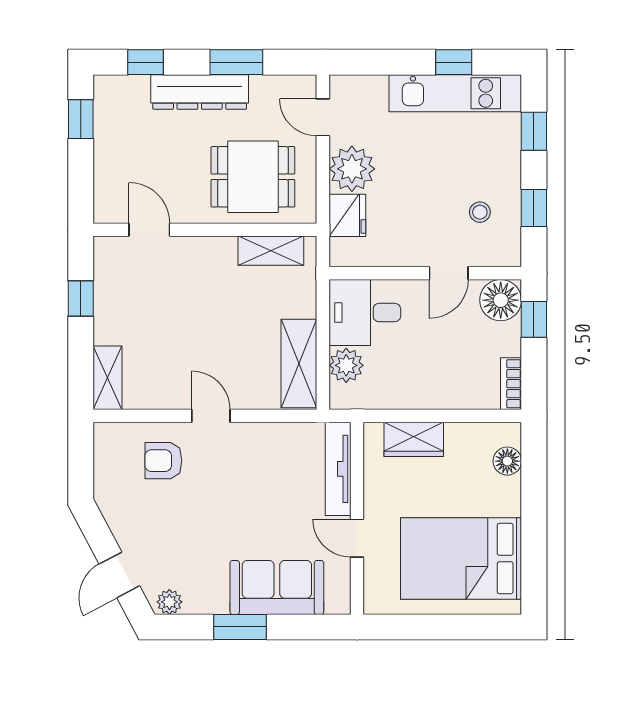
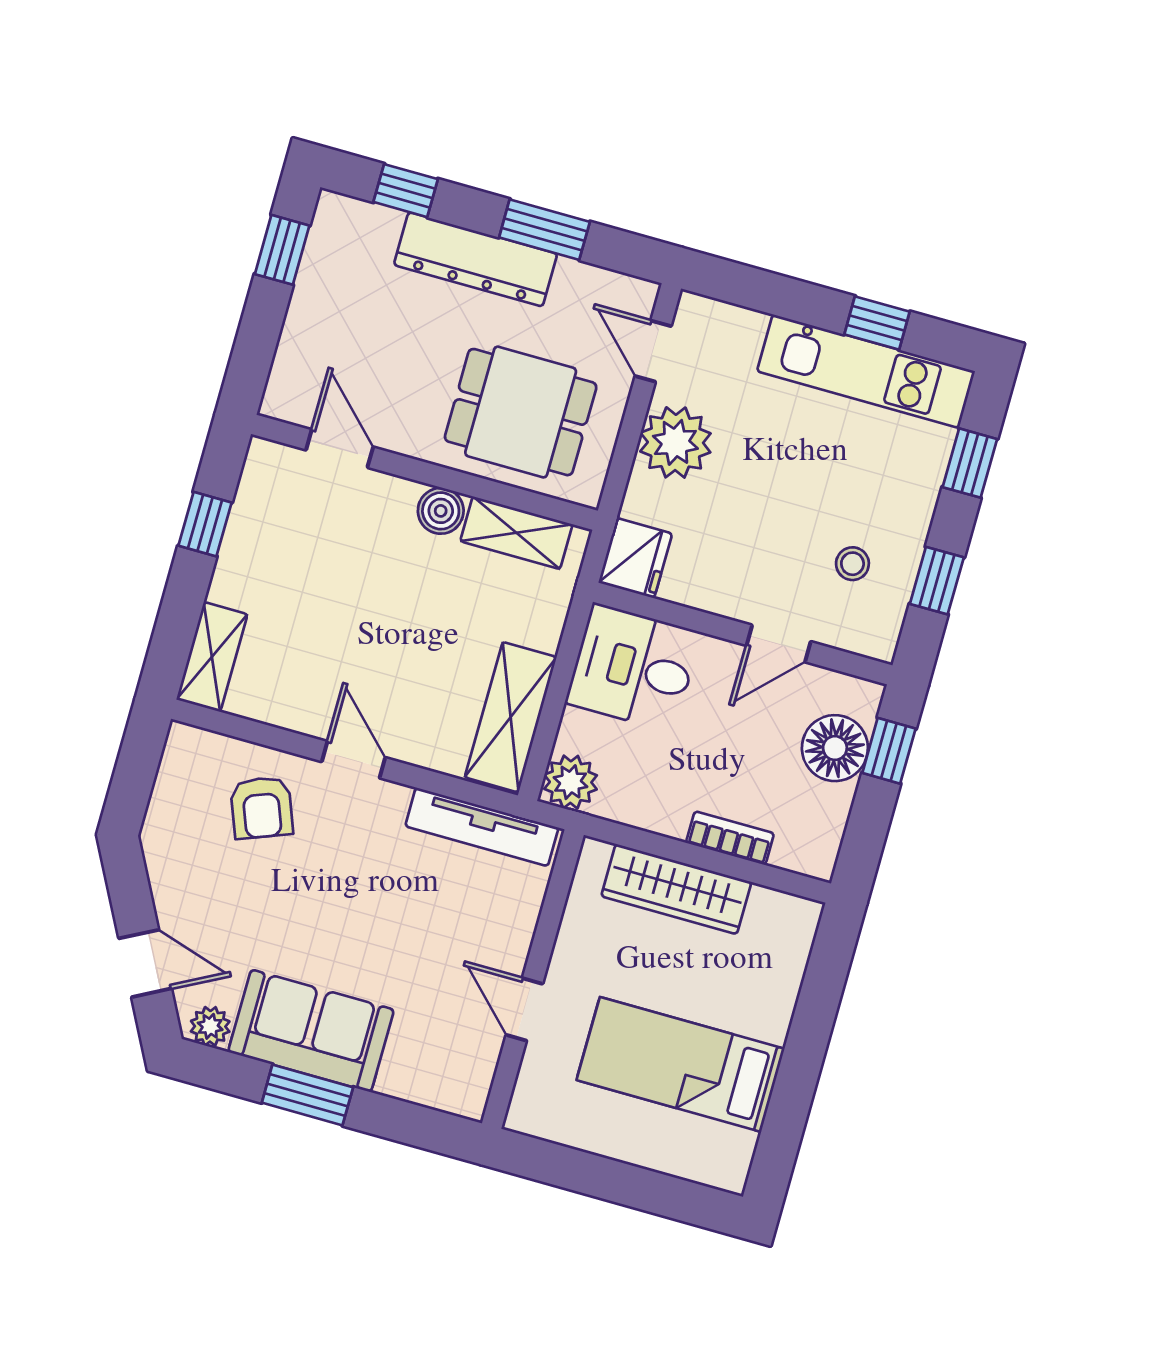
fridge: (347, 215) -> (635, 558), moved
boiler: (221, 250) -> (441, 511), added
floor lamp: (501, 300) -> (835, 748), moved
plant: (346, 365) -> (571, 782), moved
bookcase: (511, 384) -> (730, 838), moved, turned 90
wardrobe: (414, 439) -> (676, 889), width x1.50
armchair: (163, 461) -> (262, 808), turned -111
floor lamp: (507, 461) -> (787, 956), removed
tv unit: (338, 469) -> (482, 827), moved, turned -90
bed: (461, 559) -> (681, 1064), width x0.67
door: (119, 575) -> (145, 963), swing flipped
sofa: (277, 587) -> (311, 1031), moved

